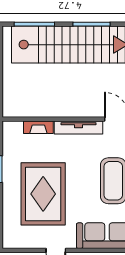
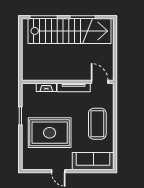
rug: (43, 194) -> (50, 133), turned 90

